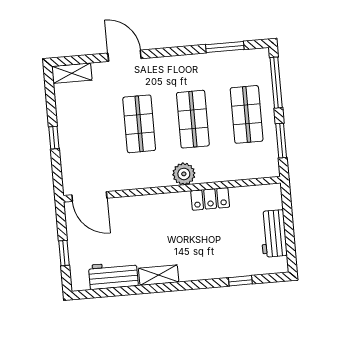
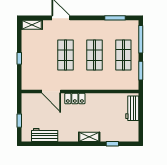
plant: (184, 174) -> (87, 84), removed
door: (89, 197) -> (51, 92), moved
locker: (210, 199) -> (75, 99), moved
workbench: (273, 233) -> (132, 108), moved
shelving: (159, 275) -> (89, 137), moved

